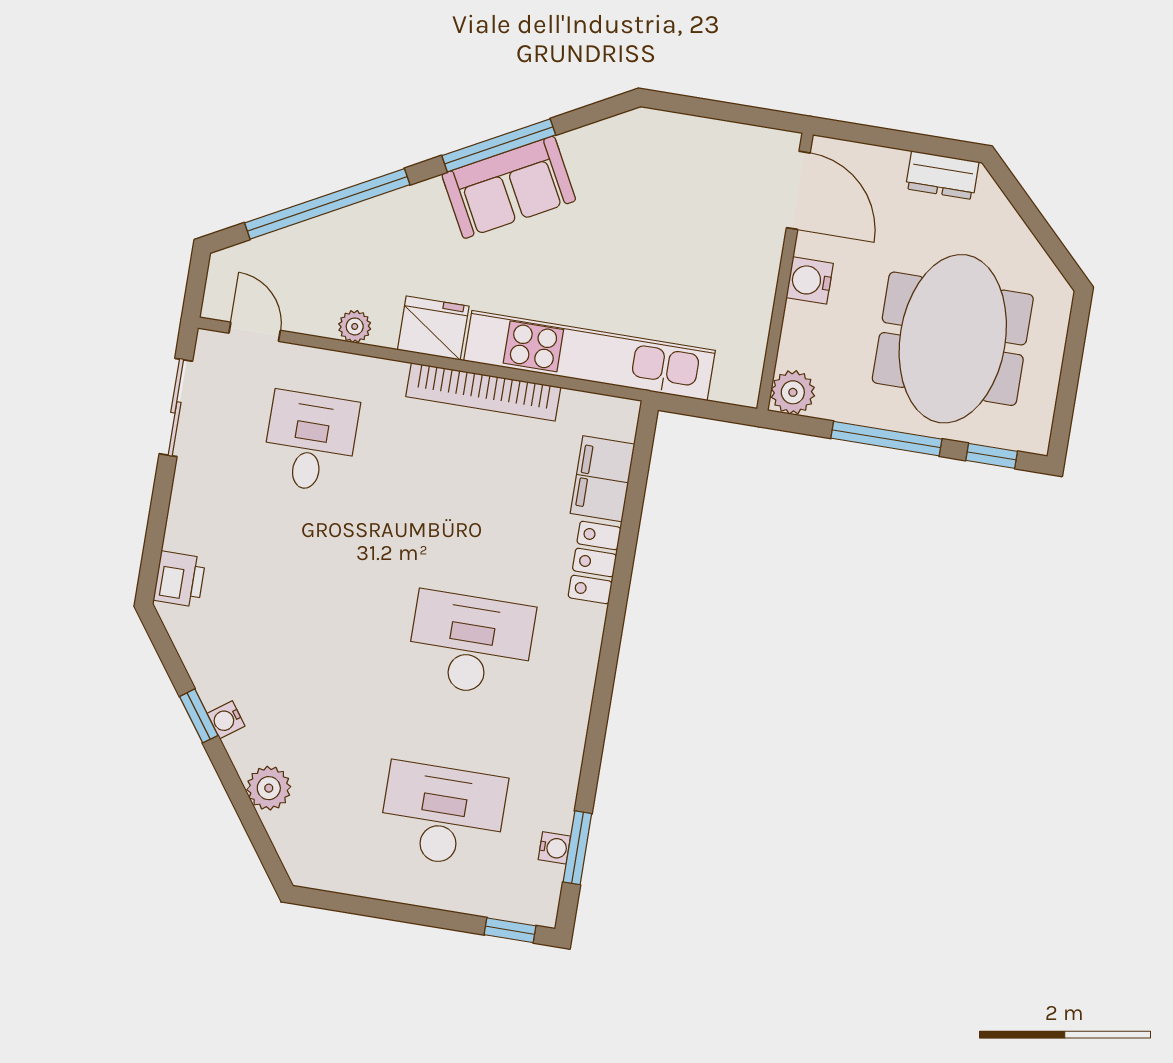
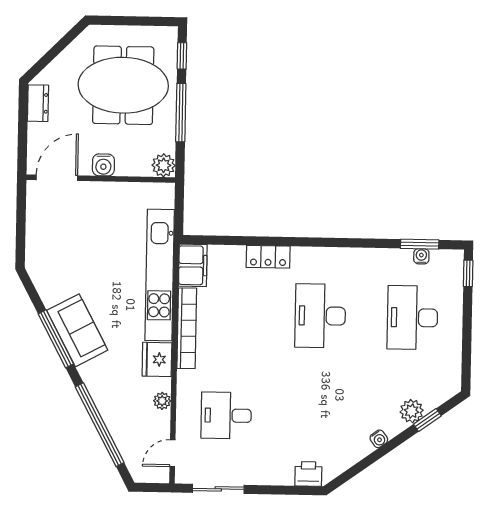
filing cabinet: (603, 479) -> (193, 265), moved, turned -90
window: (199, 716) -> (427, 420), moved

